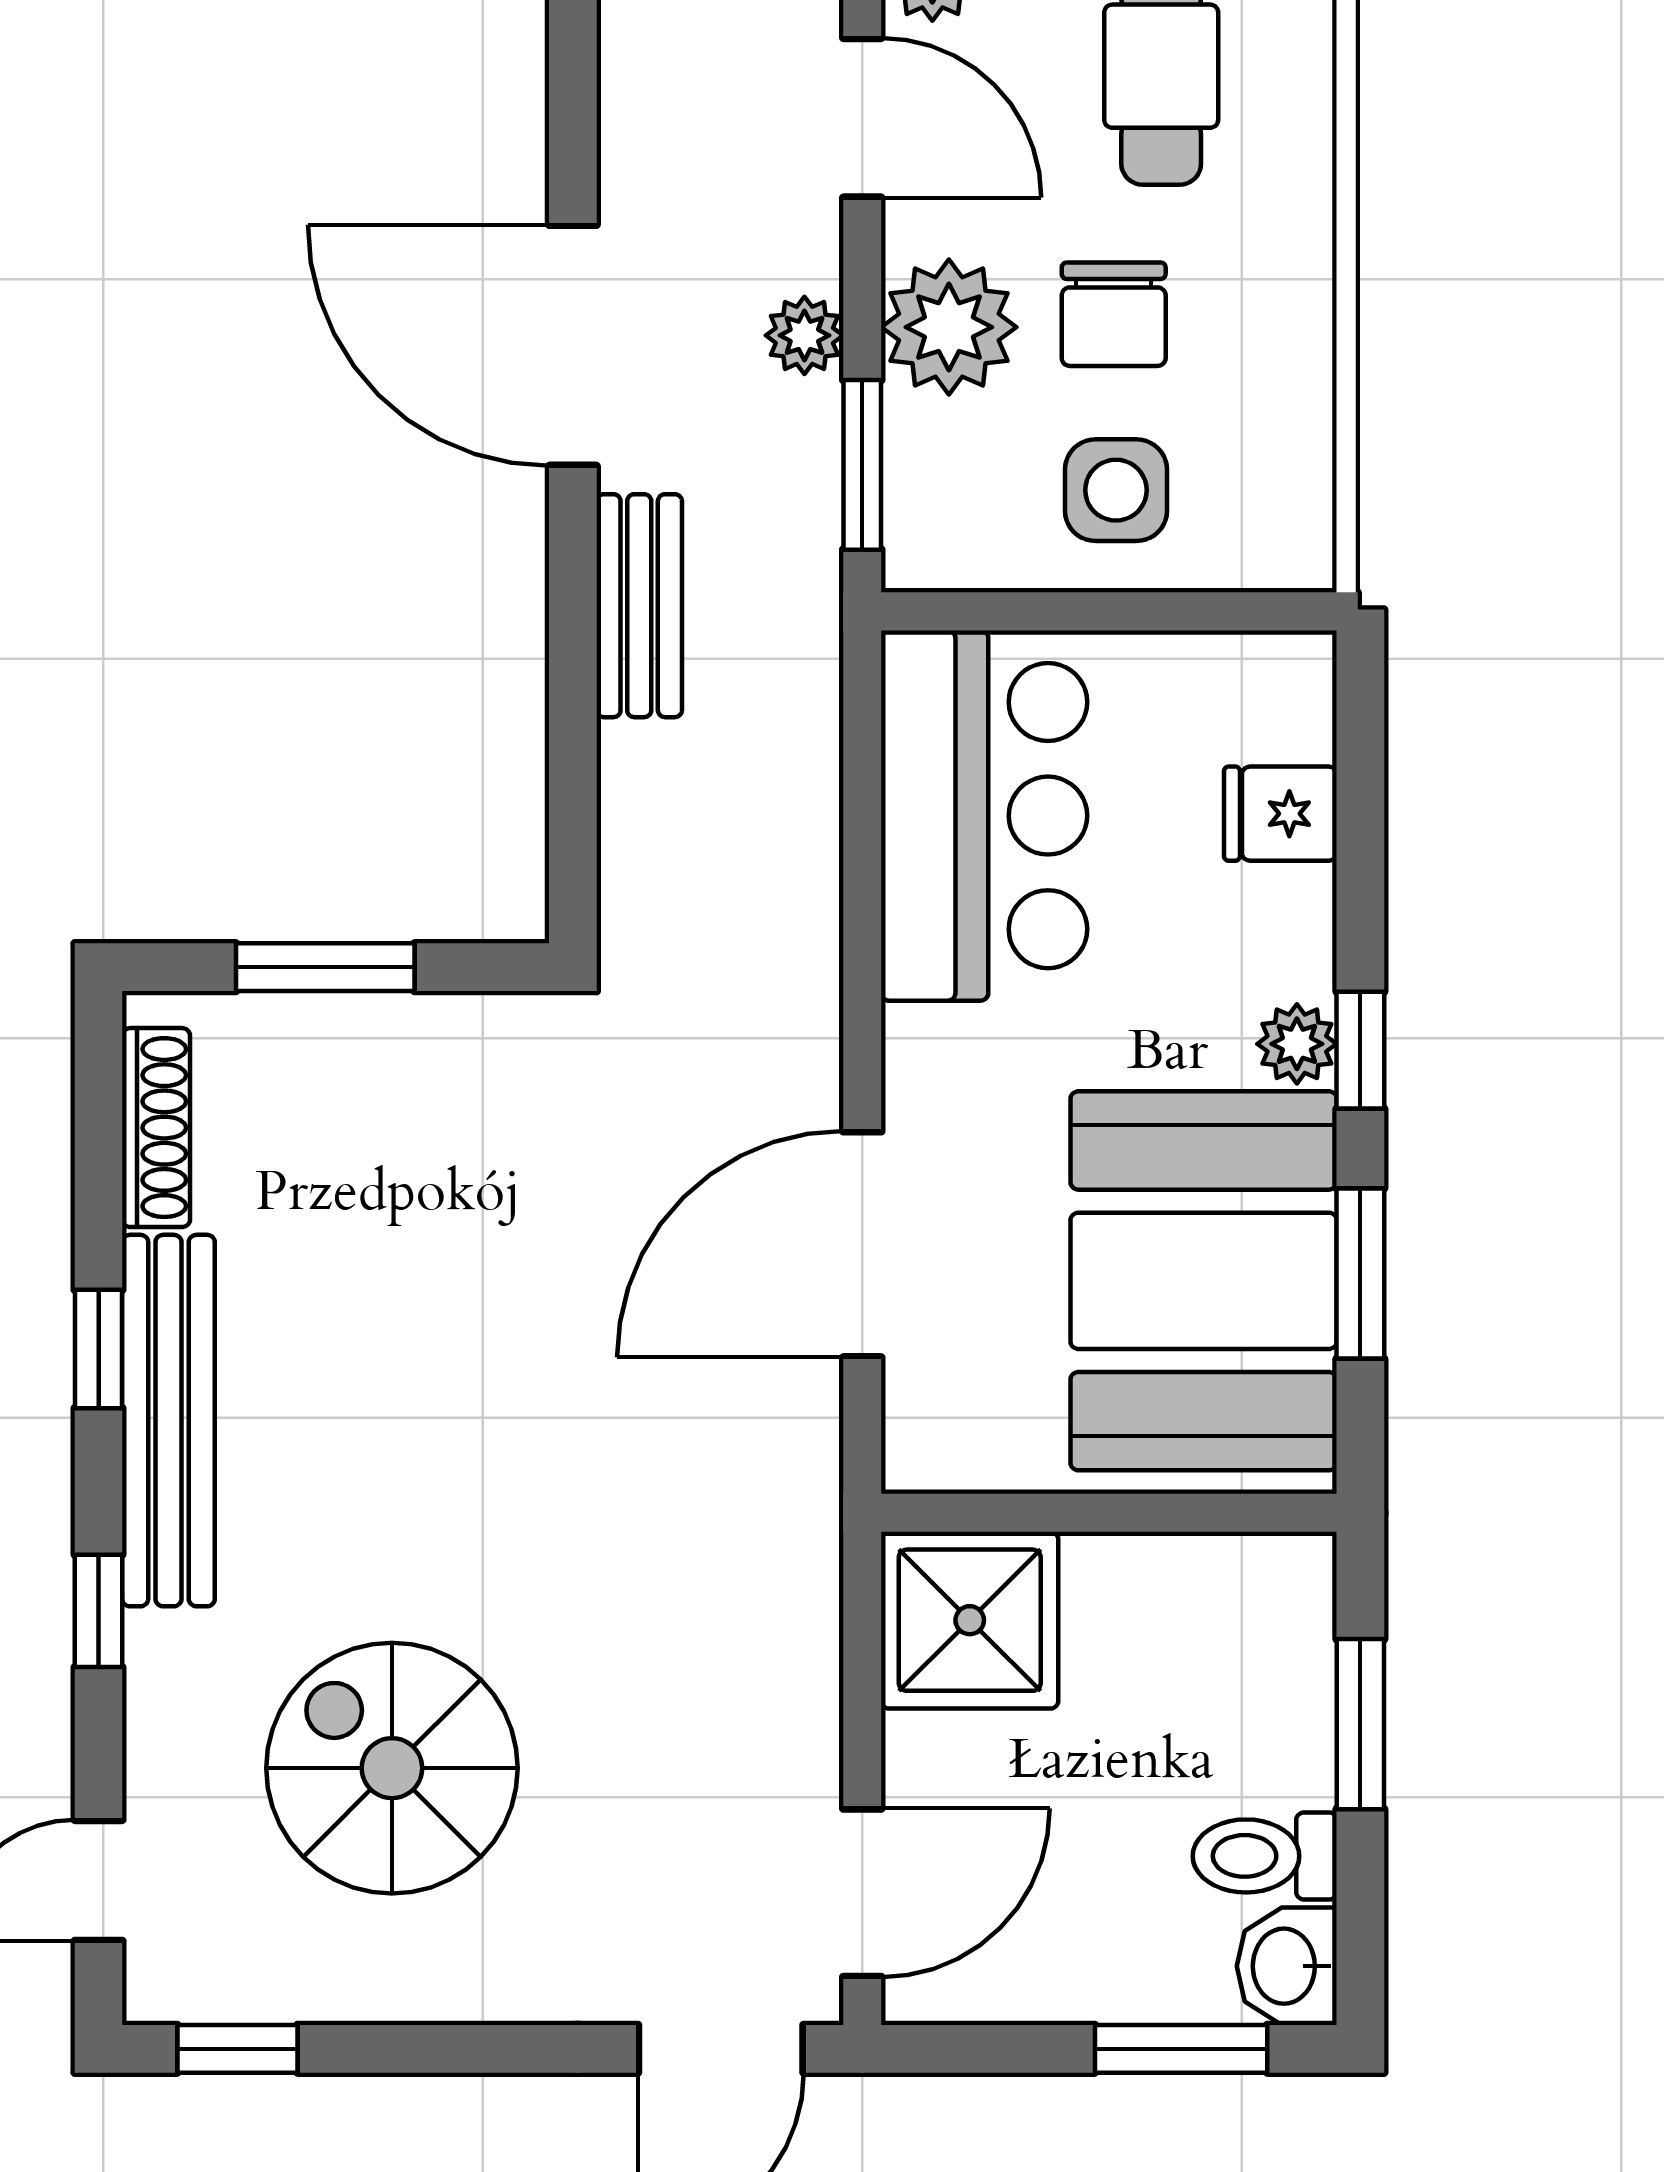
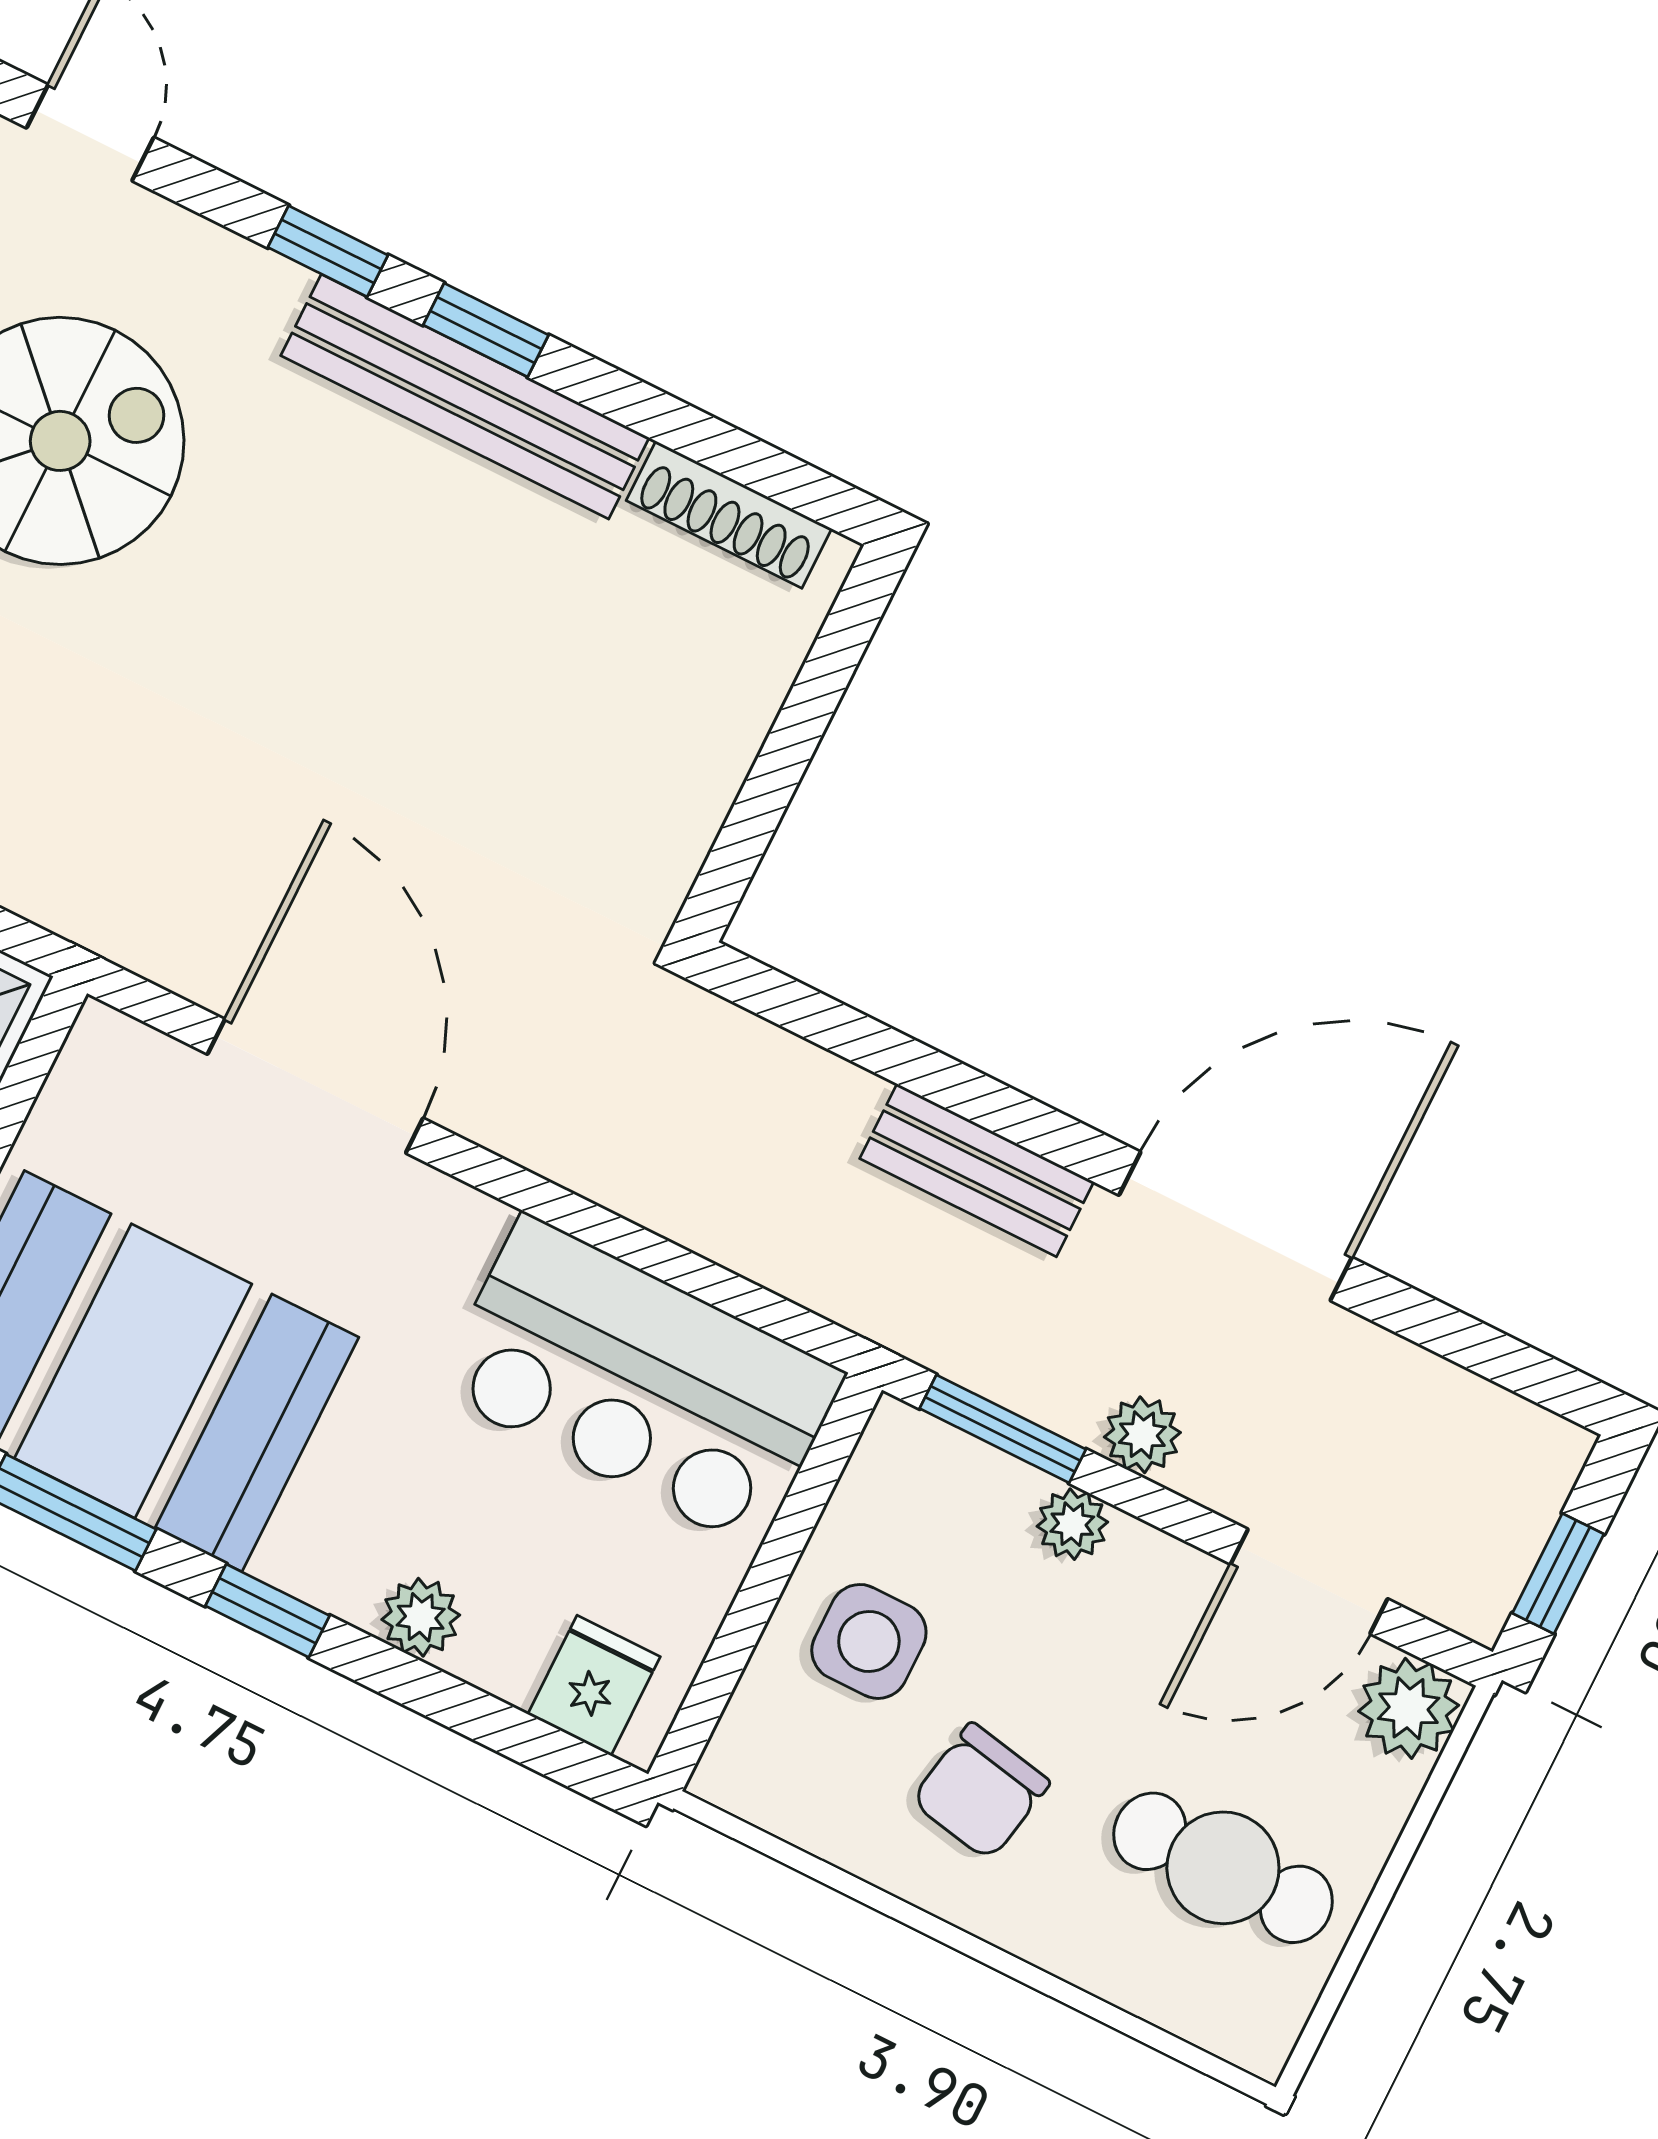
chair: (1114, 314) -> (980, 1792), moved, turned -79
plant: (949, 327) -> (1072, 1524), width x0.53, depth x0.53
fridge: (1280, 814) -> (594, 1685), moved
window: (325, 967) -> (796, 734), removed
plant: (1297, 1044) -> (421, 1617), moved
window: (99, 1349) -> (486, 330), moved

